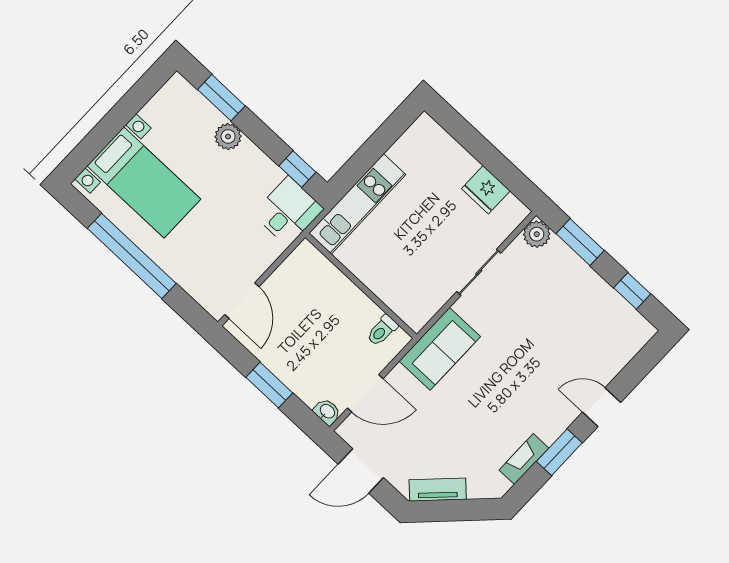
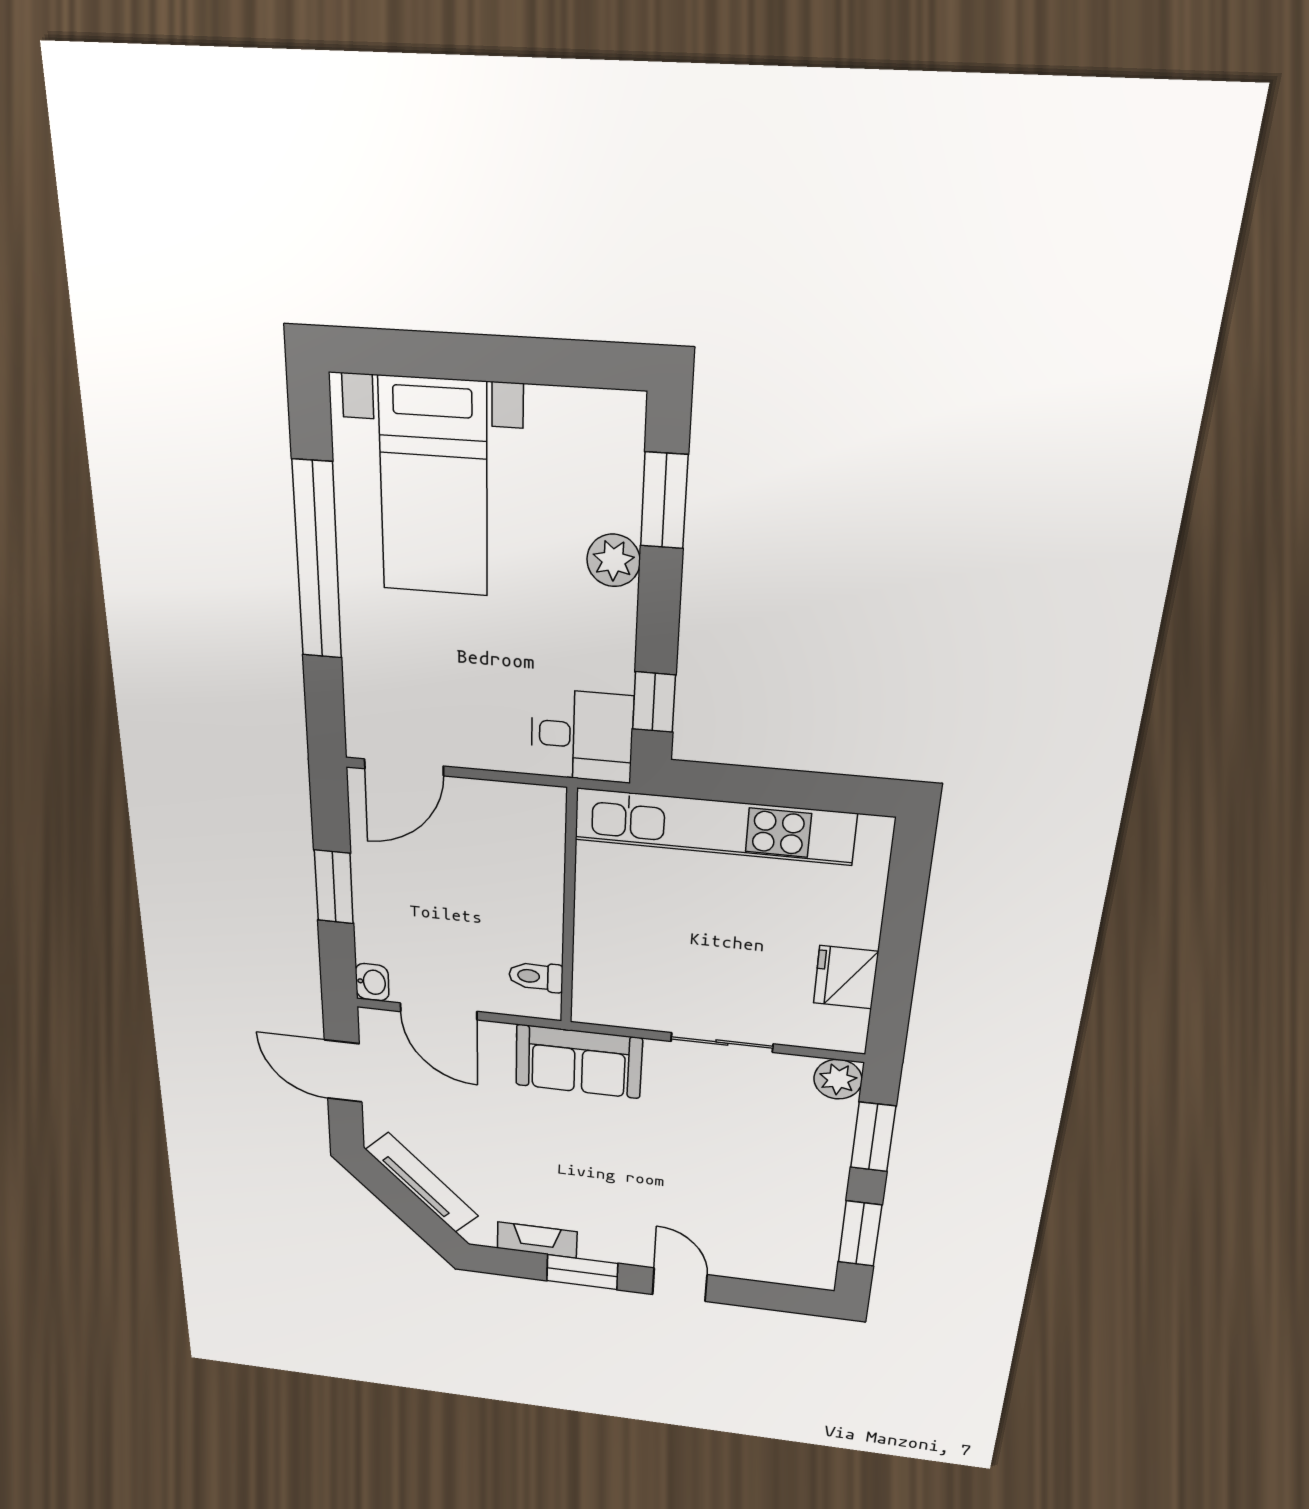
kitchen unit: (357, 204) -> (714, 827), width x1.36
window: (632, 291) -> (860, 1234), width x1.50
tv unit: (438, 490) -> (422, 1183), width x1.41

